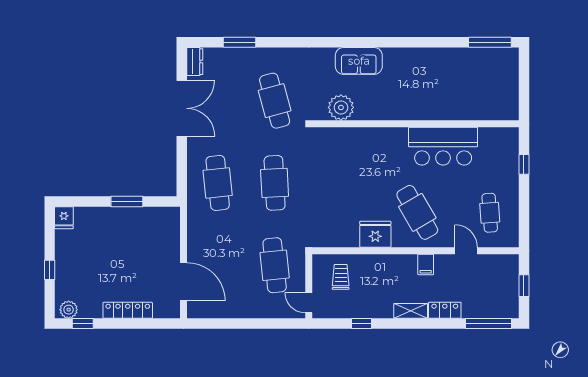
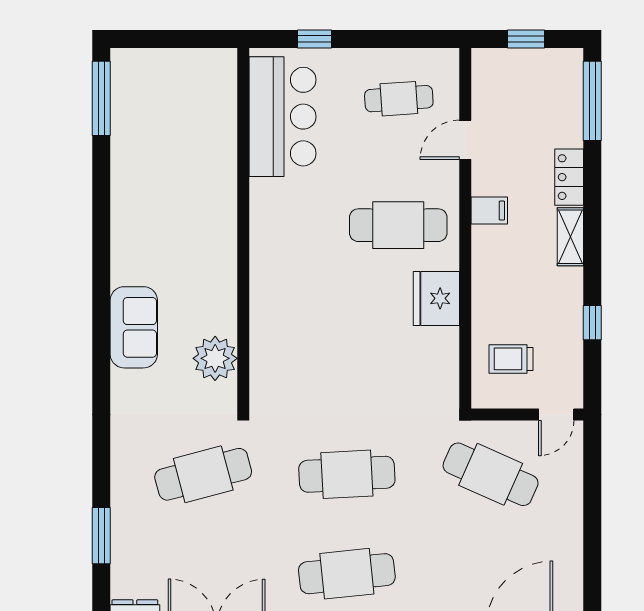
bar counter: (443, 146) -> (283, 117), moved
cafe table: (417, 212) -> (398, 225), turned 30
cafe table: (275, 265) -> (491, 474), turned 30

